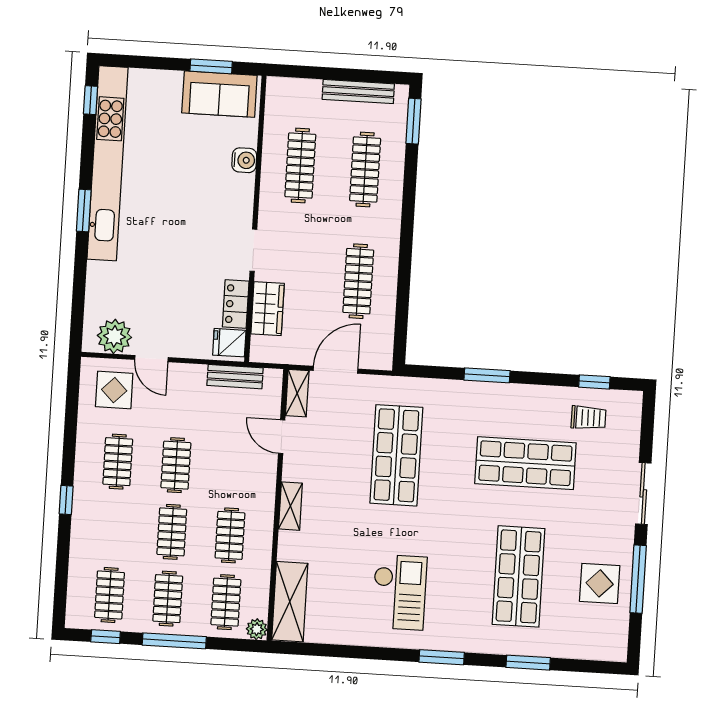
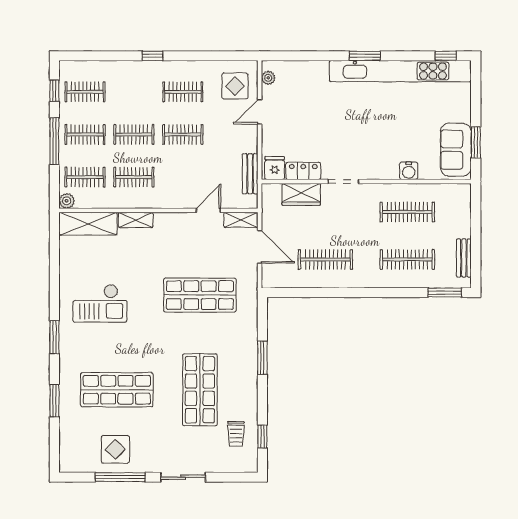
bench: (358, 92) -> (464, 258), width x0.73
plant: (114, 336) -> (268, 78), width x0.53, depth x0.53
shelving: (290, 506) -> (136, 220), moved

